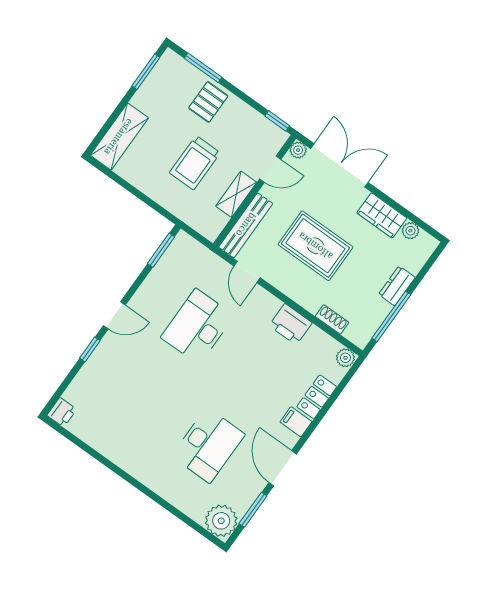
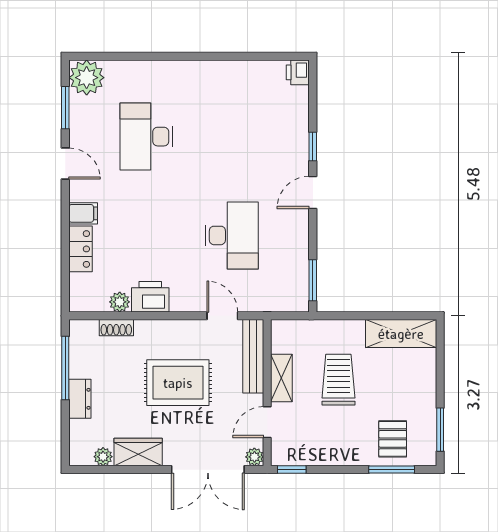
pallet: (208, 102) -> (393, 439), moved
shelving: (119, 137) -> (401, 334), moved, turned 90
plant: (345, 358) -> (120, 302), moved
door: (283, 468) -> (65, 163), width x0.73

